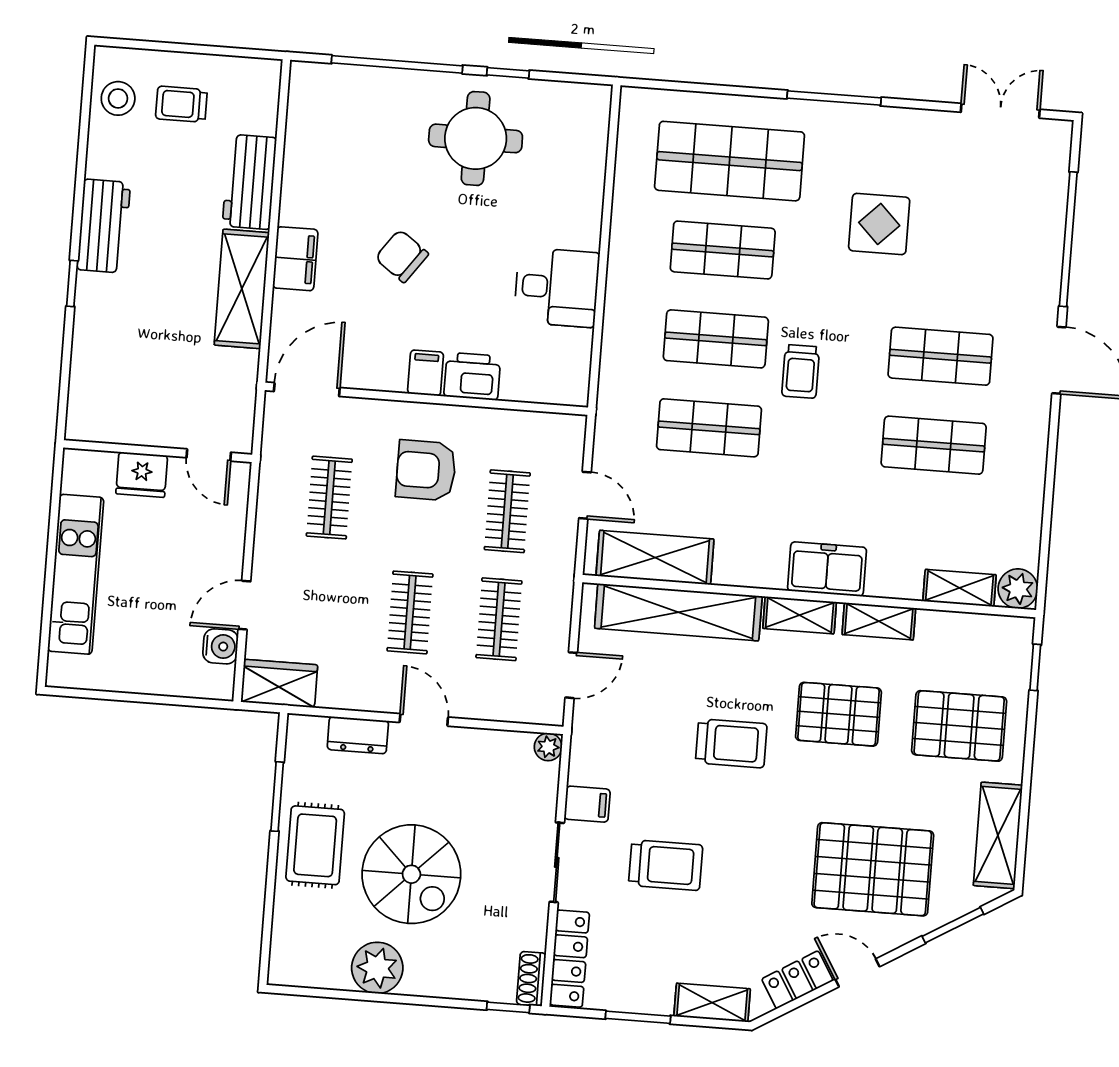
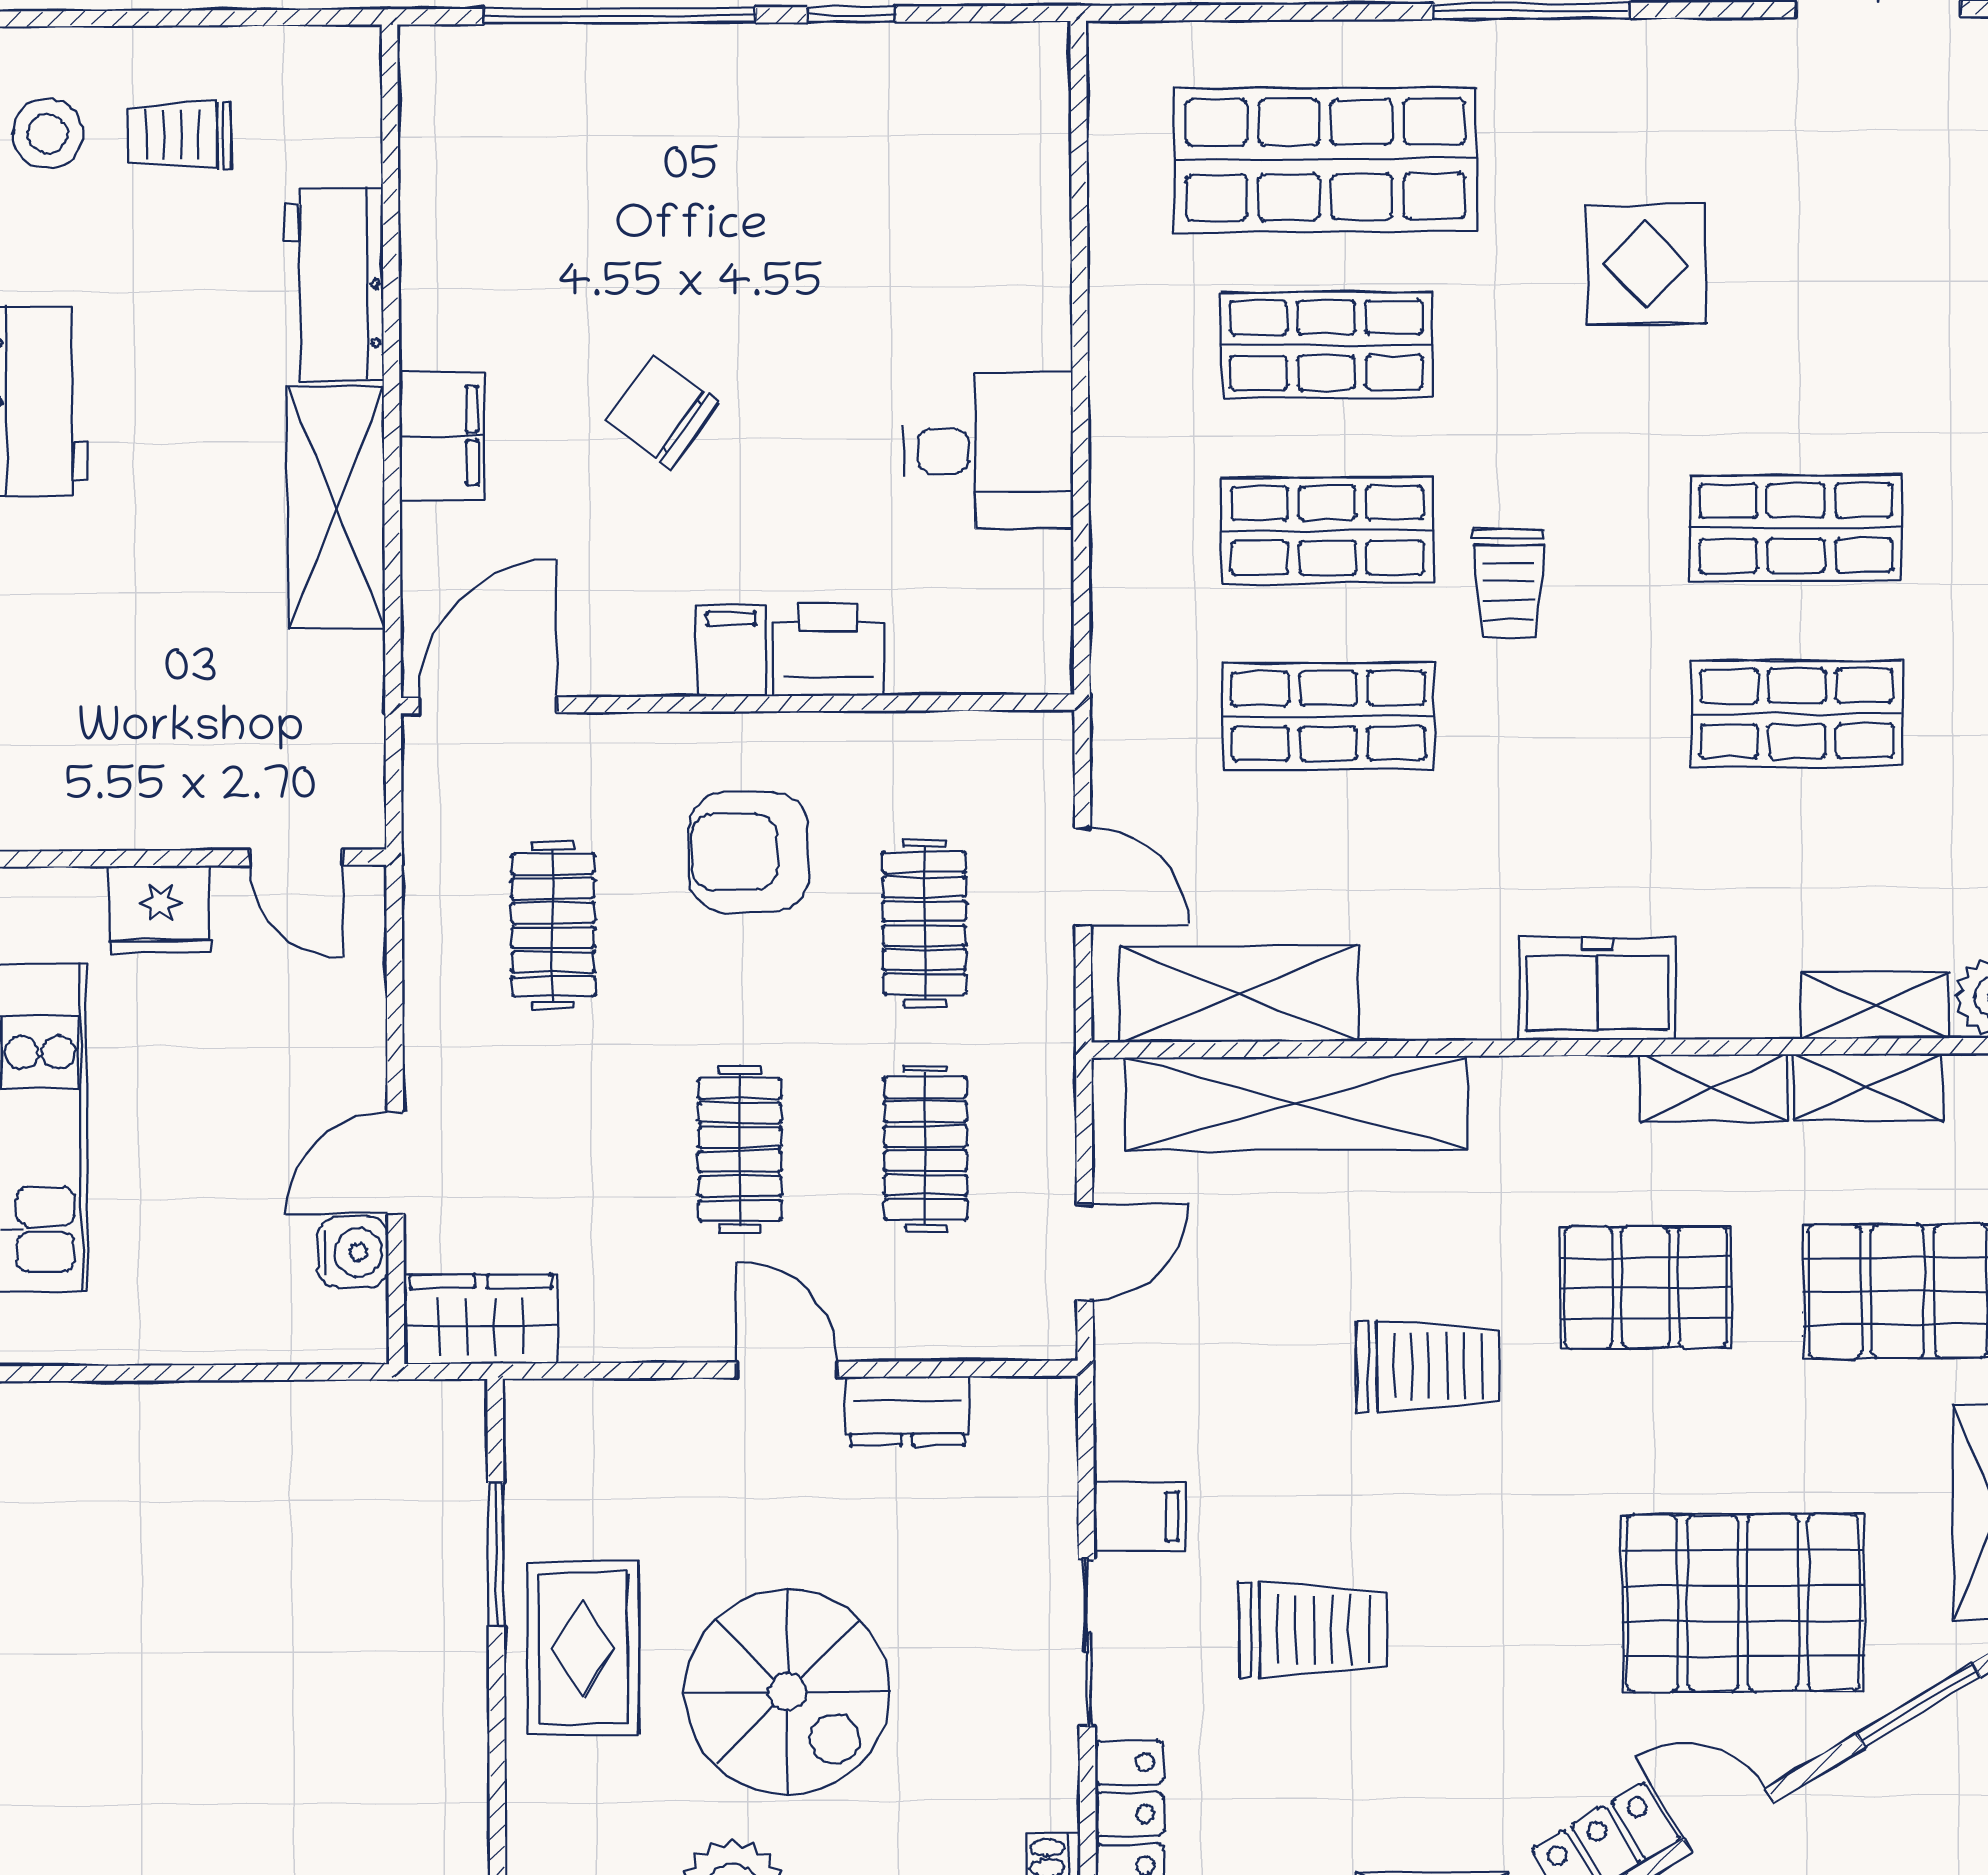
round table: (476, 138) -> (795, 156), removed
shelving: (800, 615) -> (1868, 1087), moved
dresser: (358, 735) -> (907, 1411), moved
plant: (548, 747) -> (1049, 1405), removed

